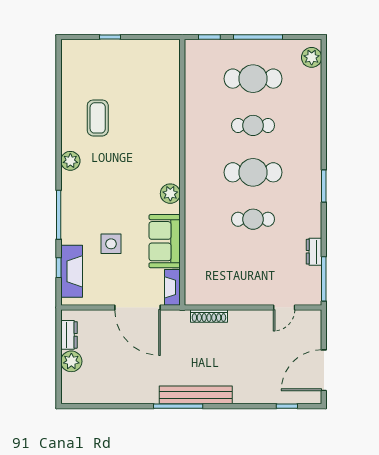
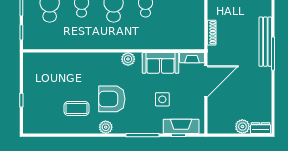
armchair: (112, 170) -> (112, 99), added
dresser: (69, 335) -> (261, 128), moved

